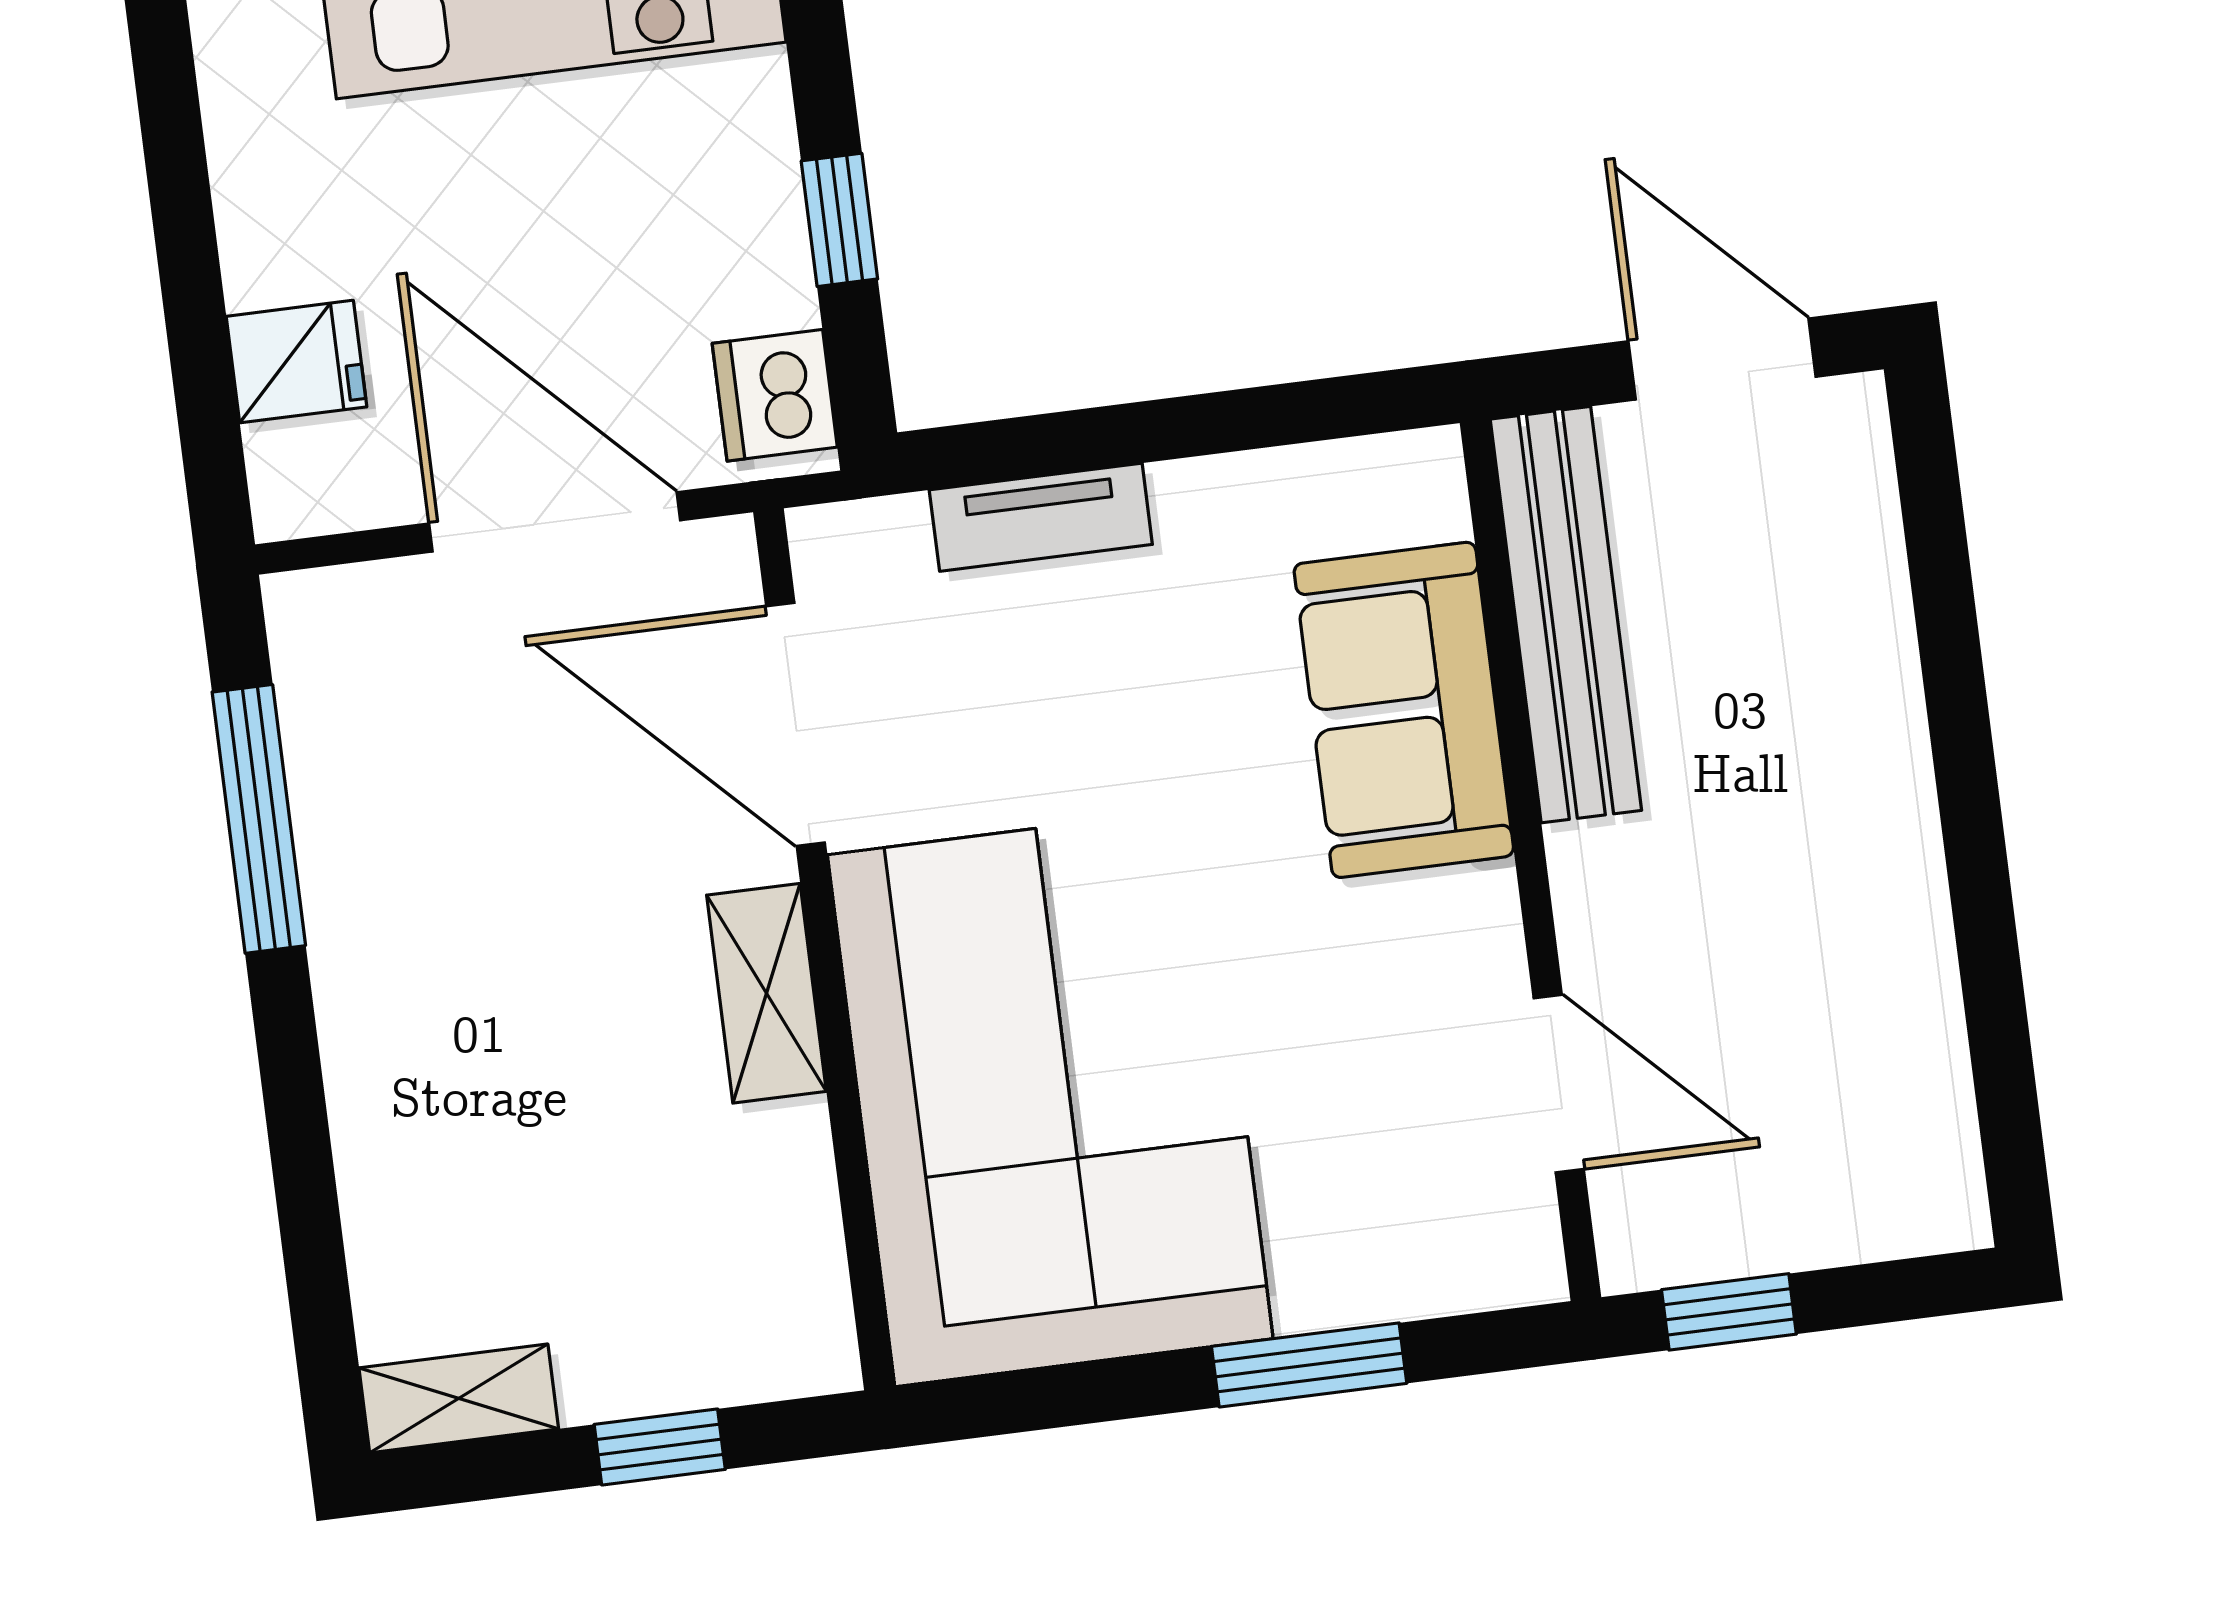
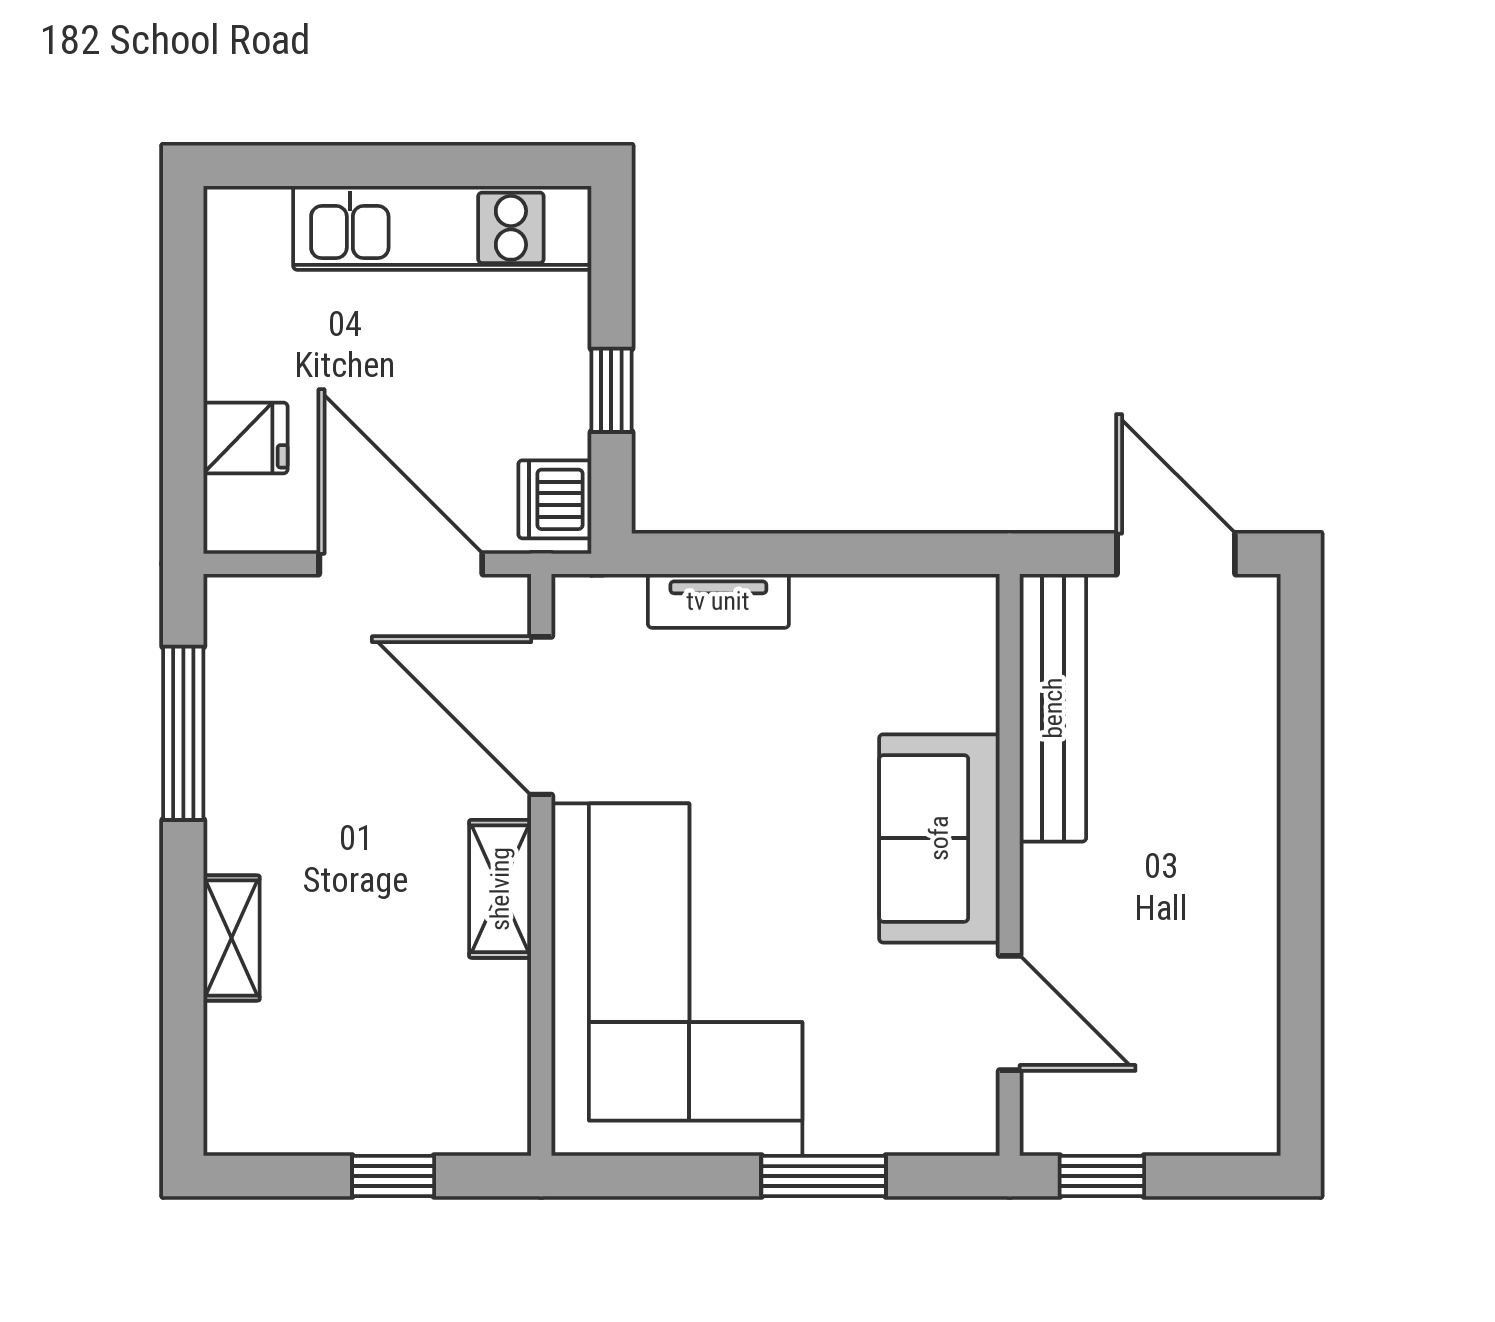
sofa: (1404, 710) -> (939, 838), moved
shelving: (459, 1398) -> (232, 938), moved, turned 90

